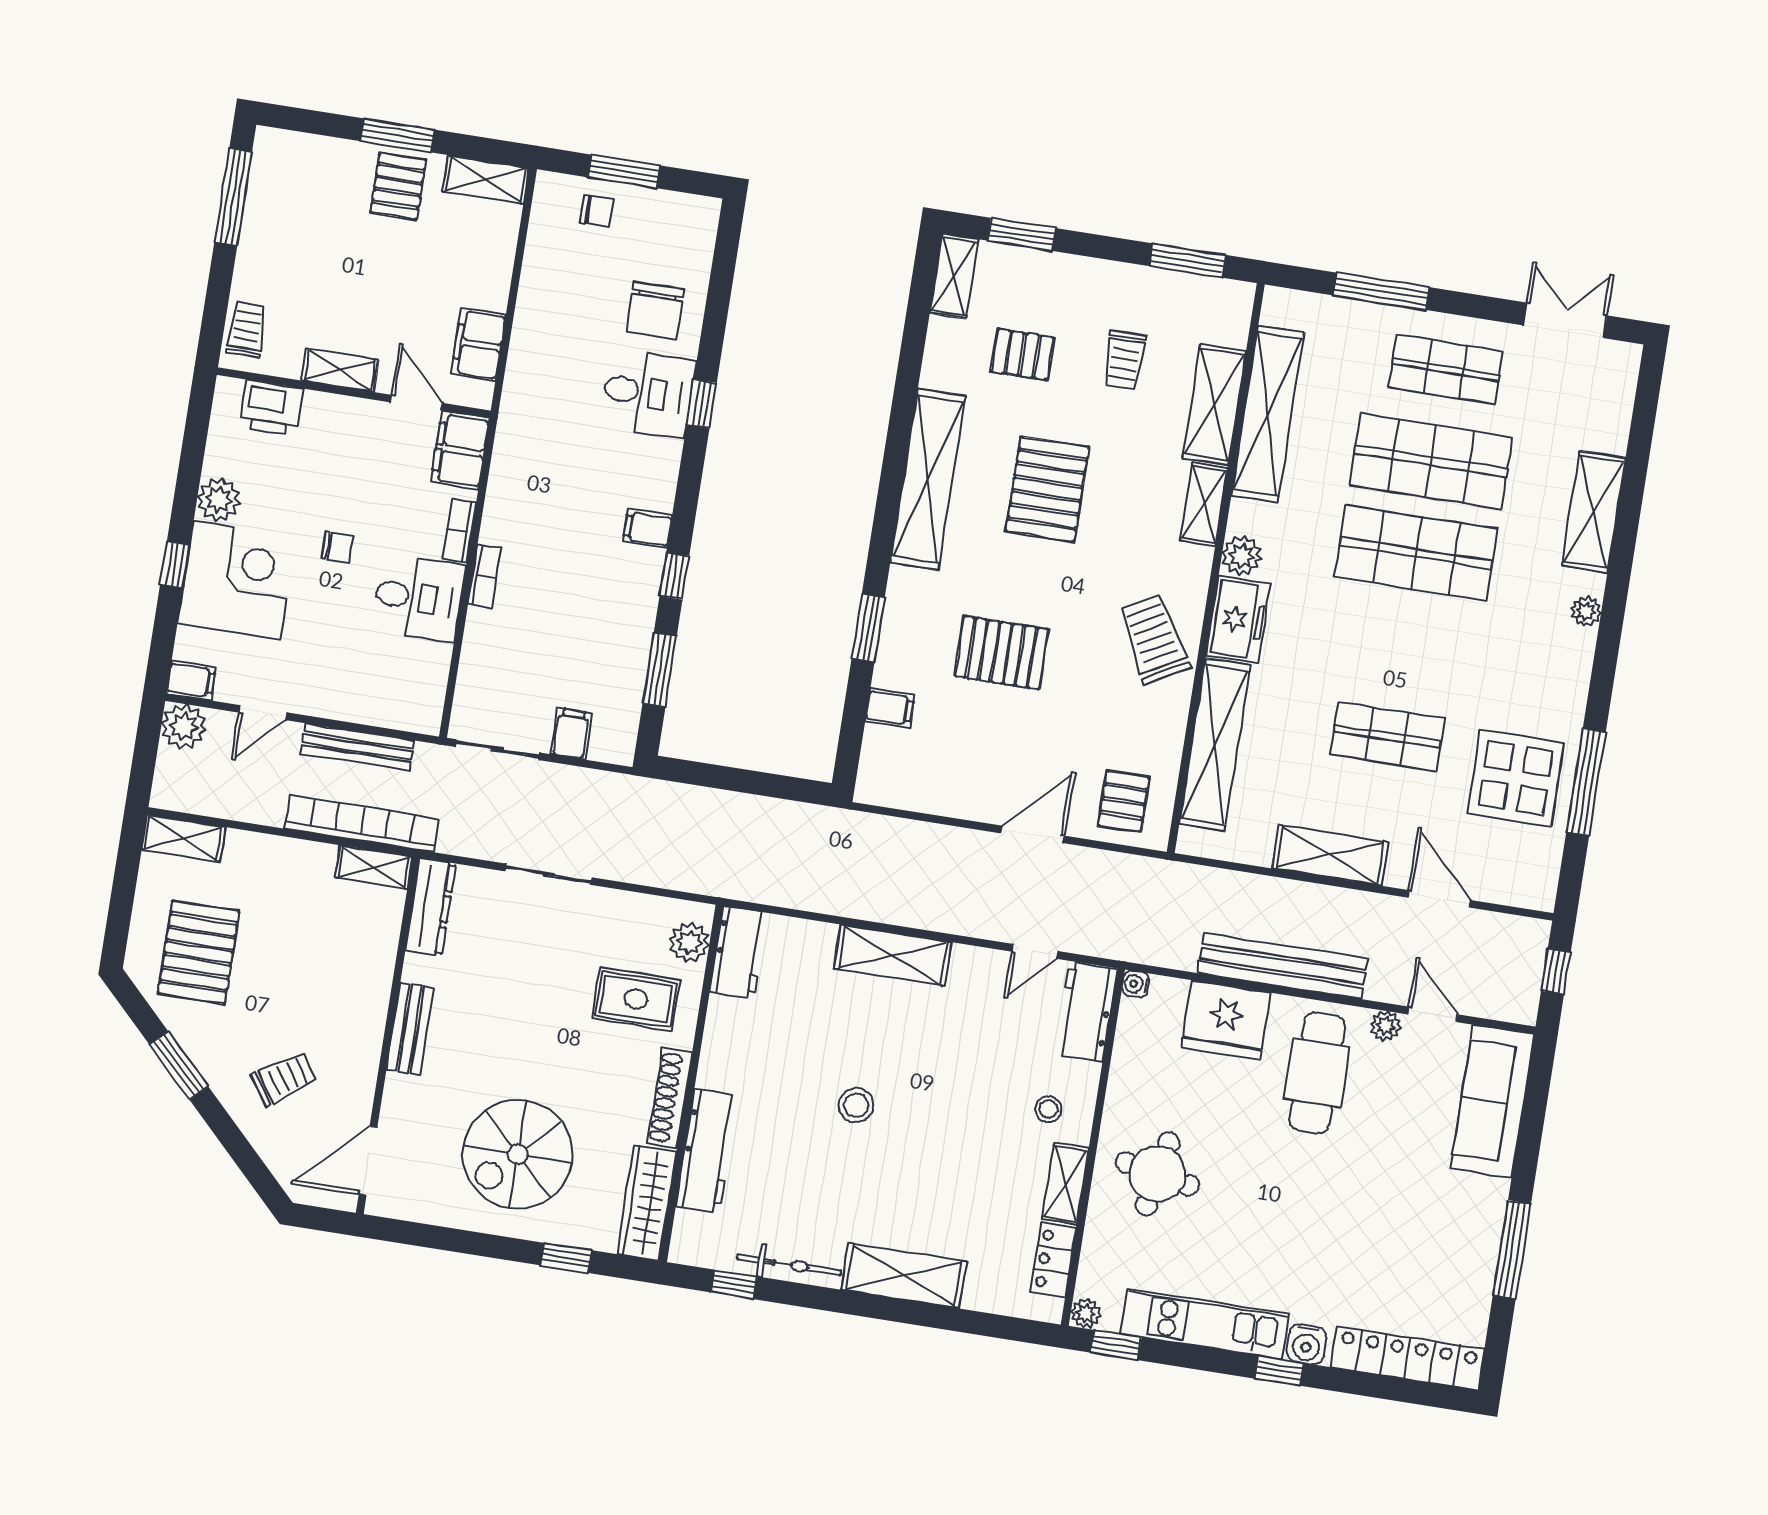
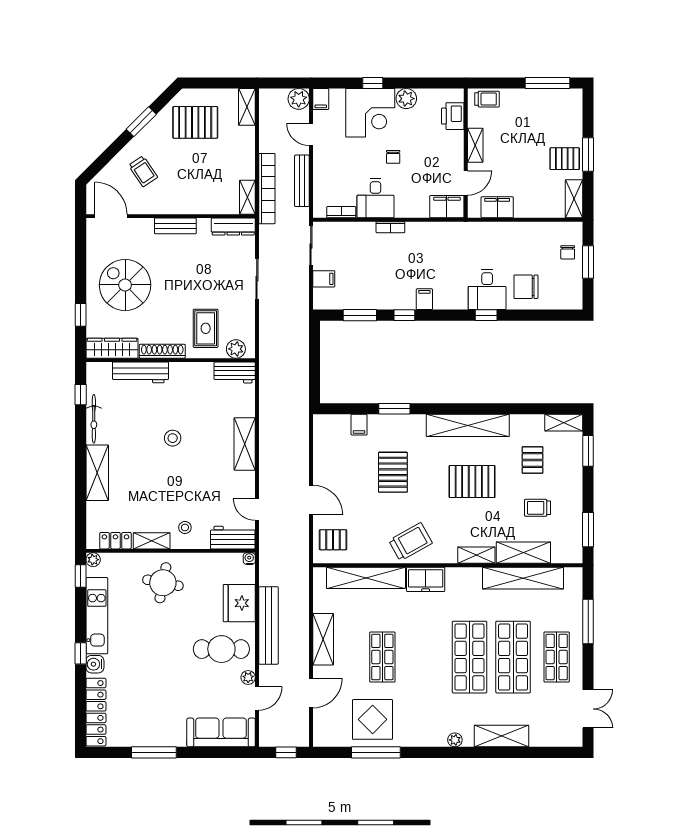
bookcase: (459, 530) -> (341, 212), moved
plant: (1242, 556) -> (455, 576), removed

